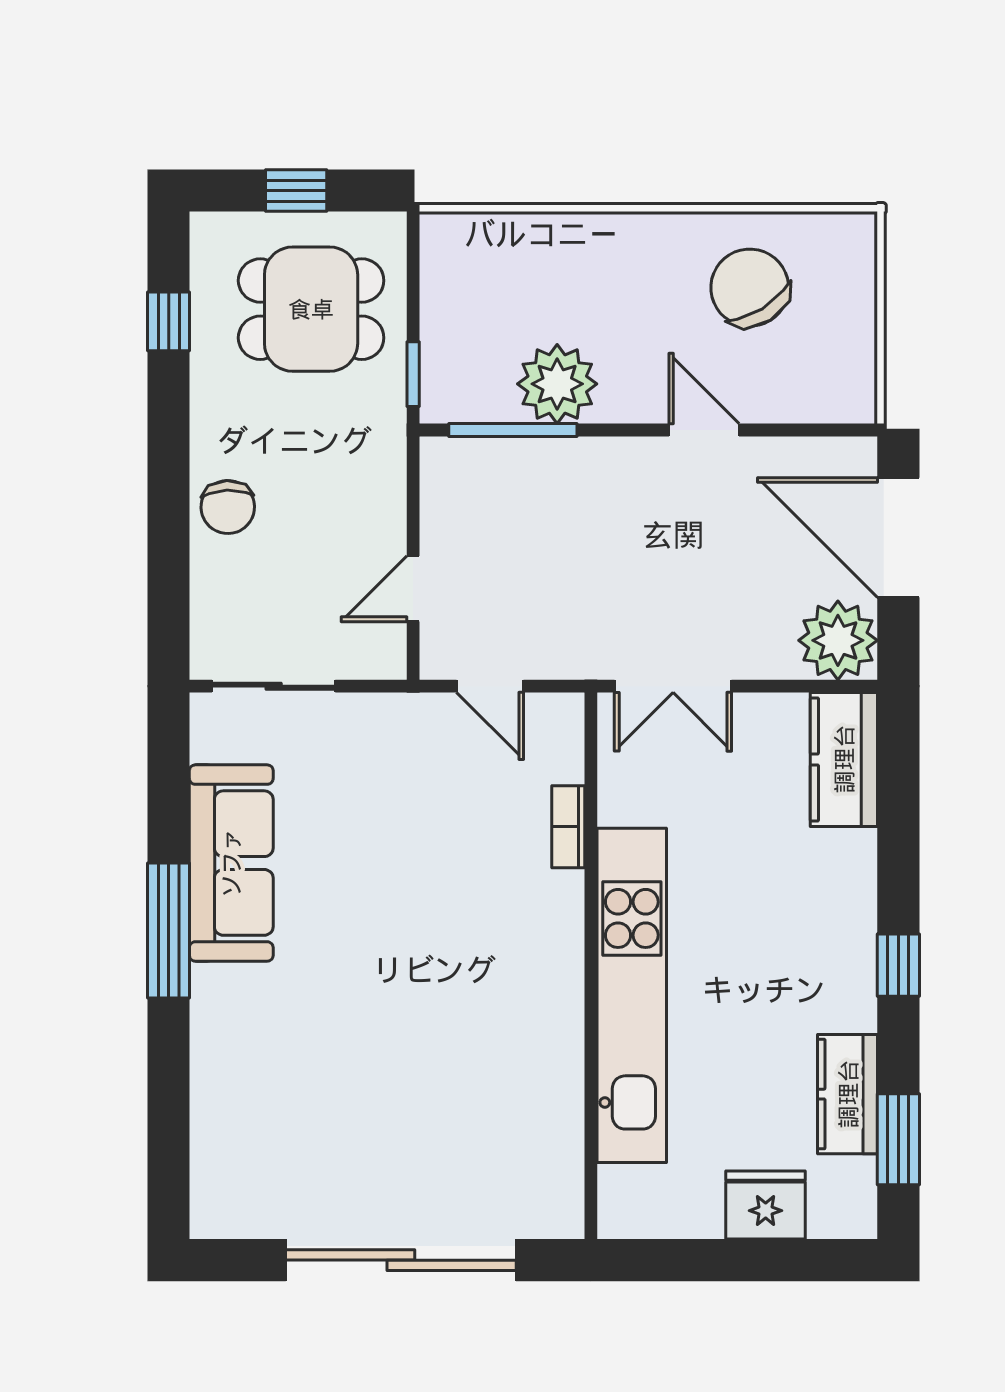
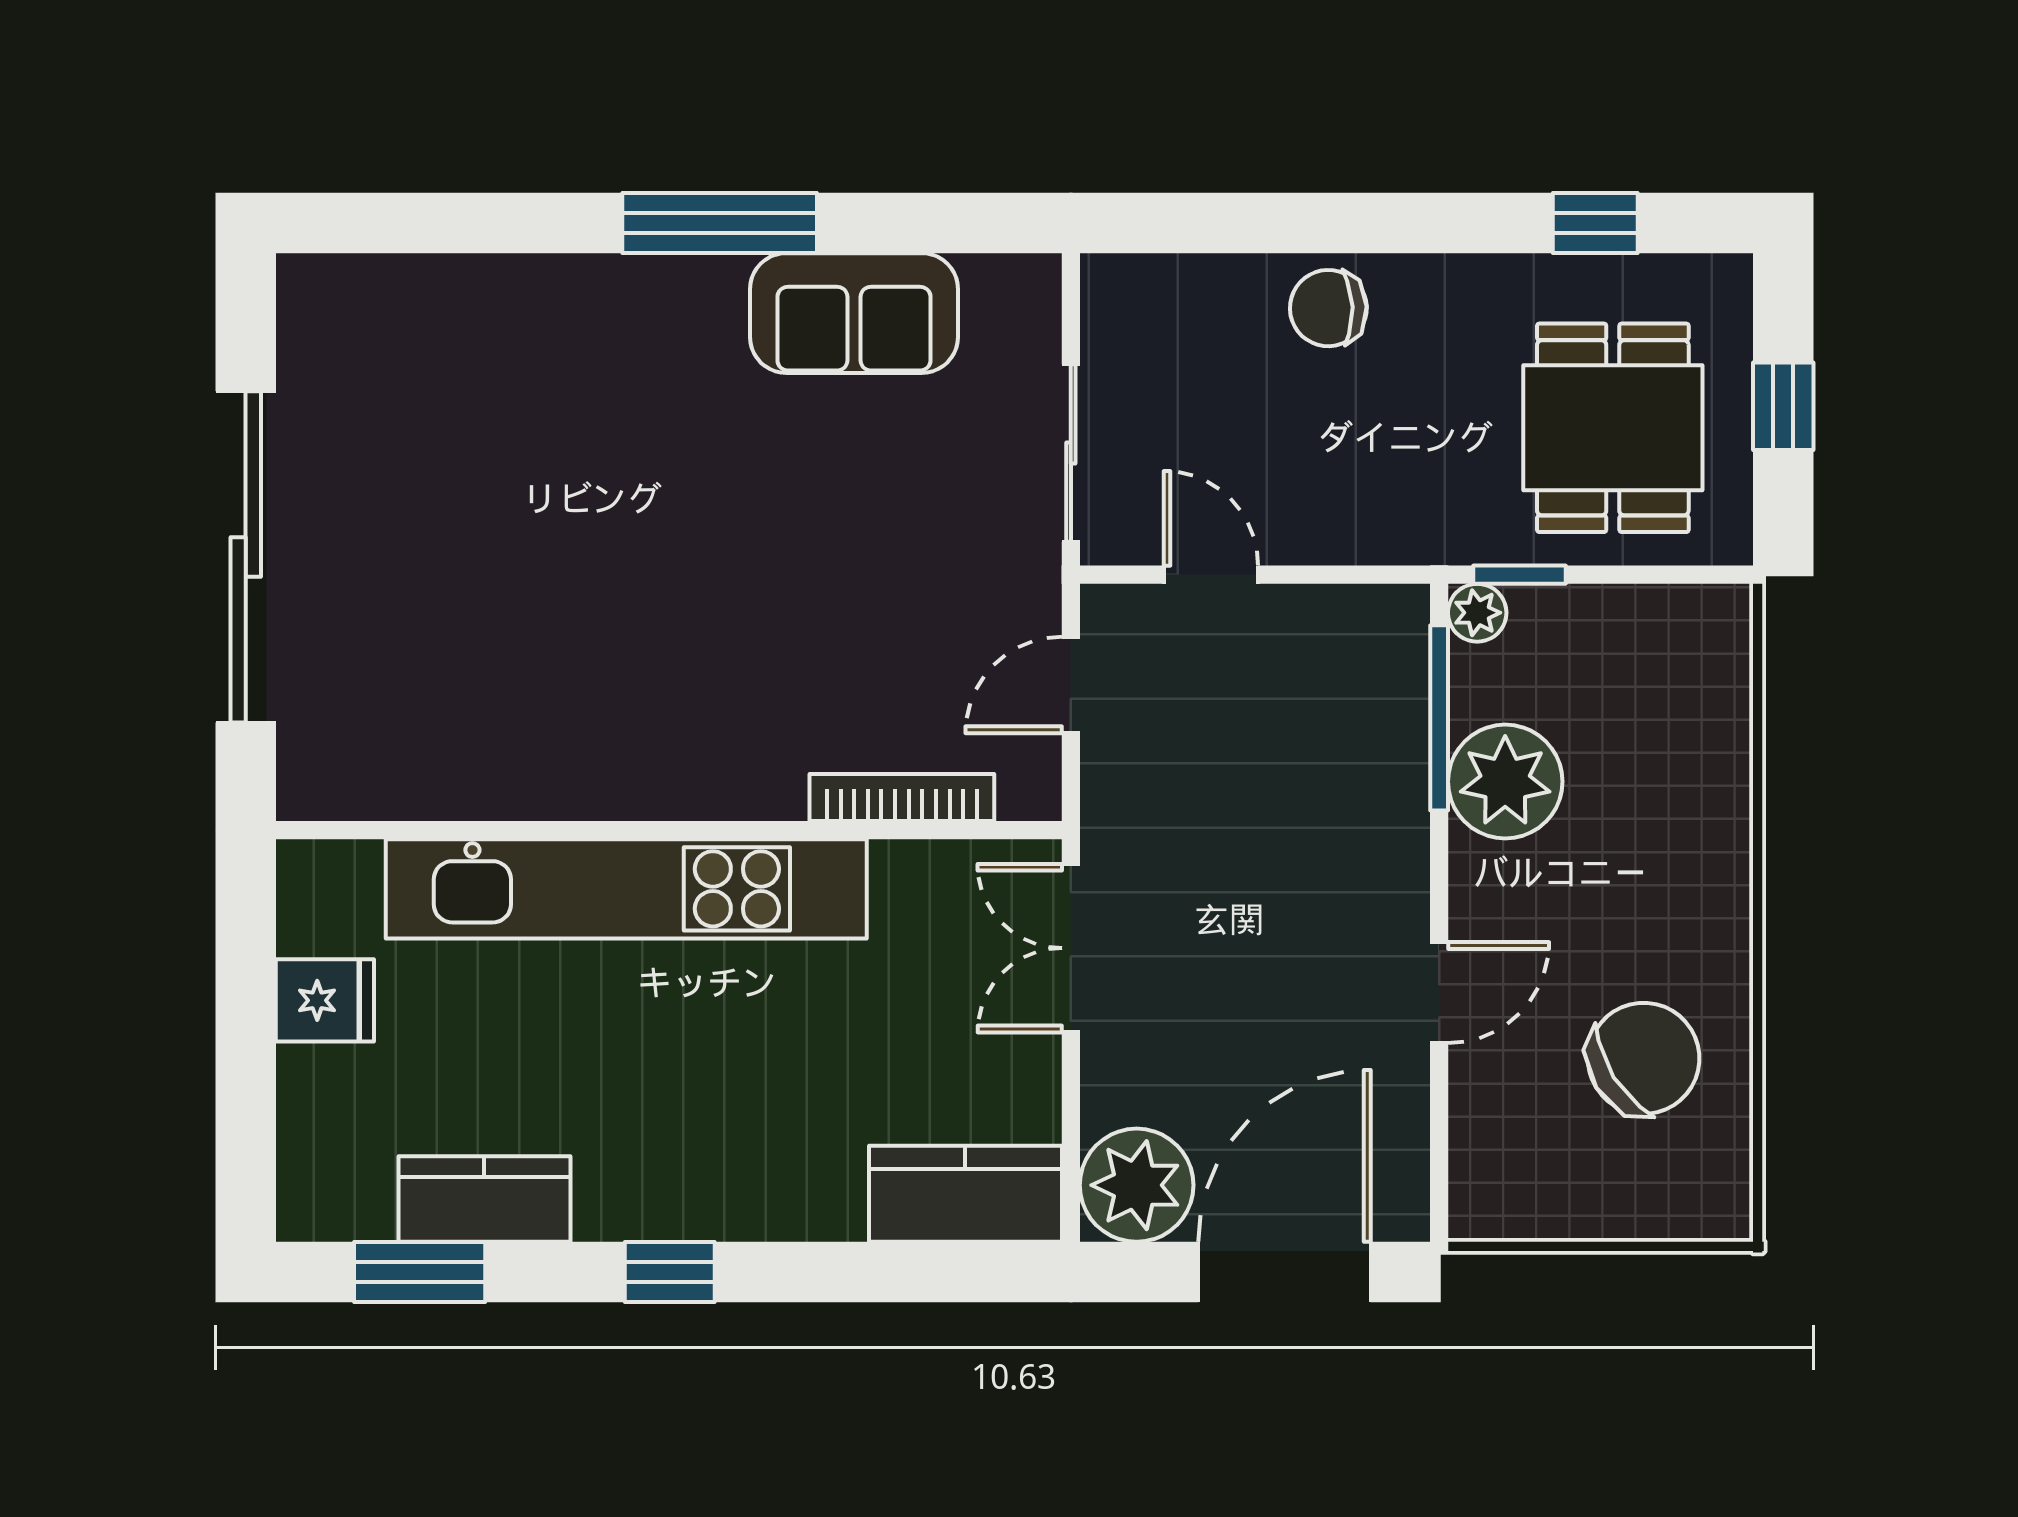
plant: (440, 403) -> (1477, 613), added
sliding door: (274, 686) -> (1071, 453), moved
bookcase: (568, 827) -> (902, 798), width x1.56
sofa: (231, 863) -> (854, 313), width x0.73
fridge: (766, 1205) -> (325, 1000), moved, width x0.72

